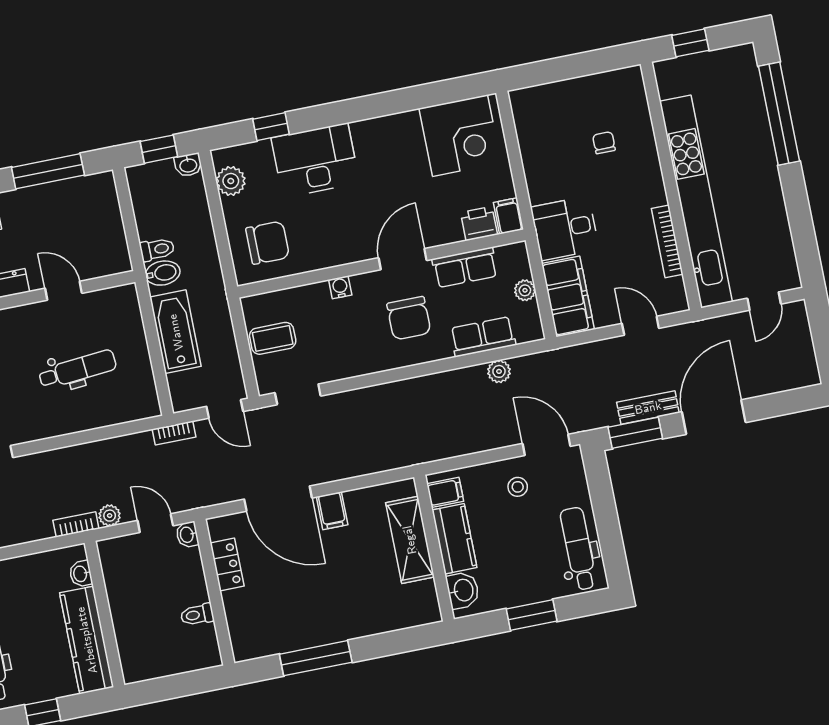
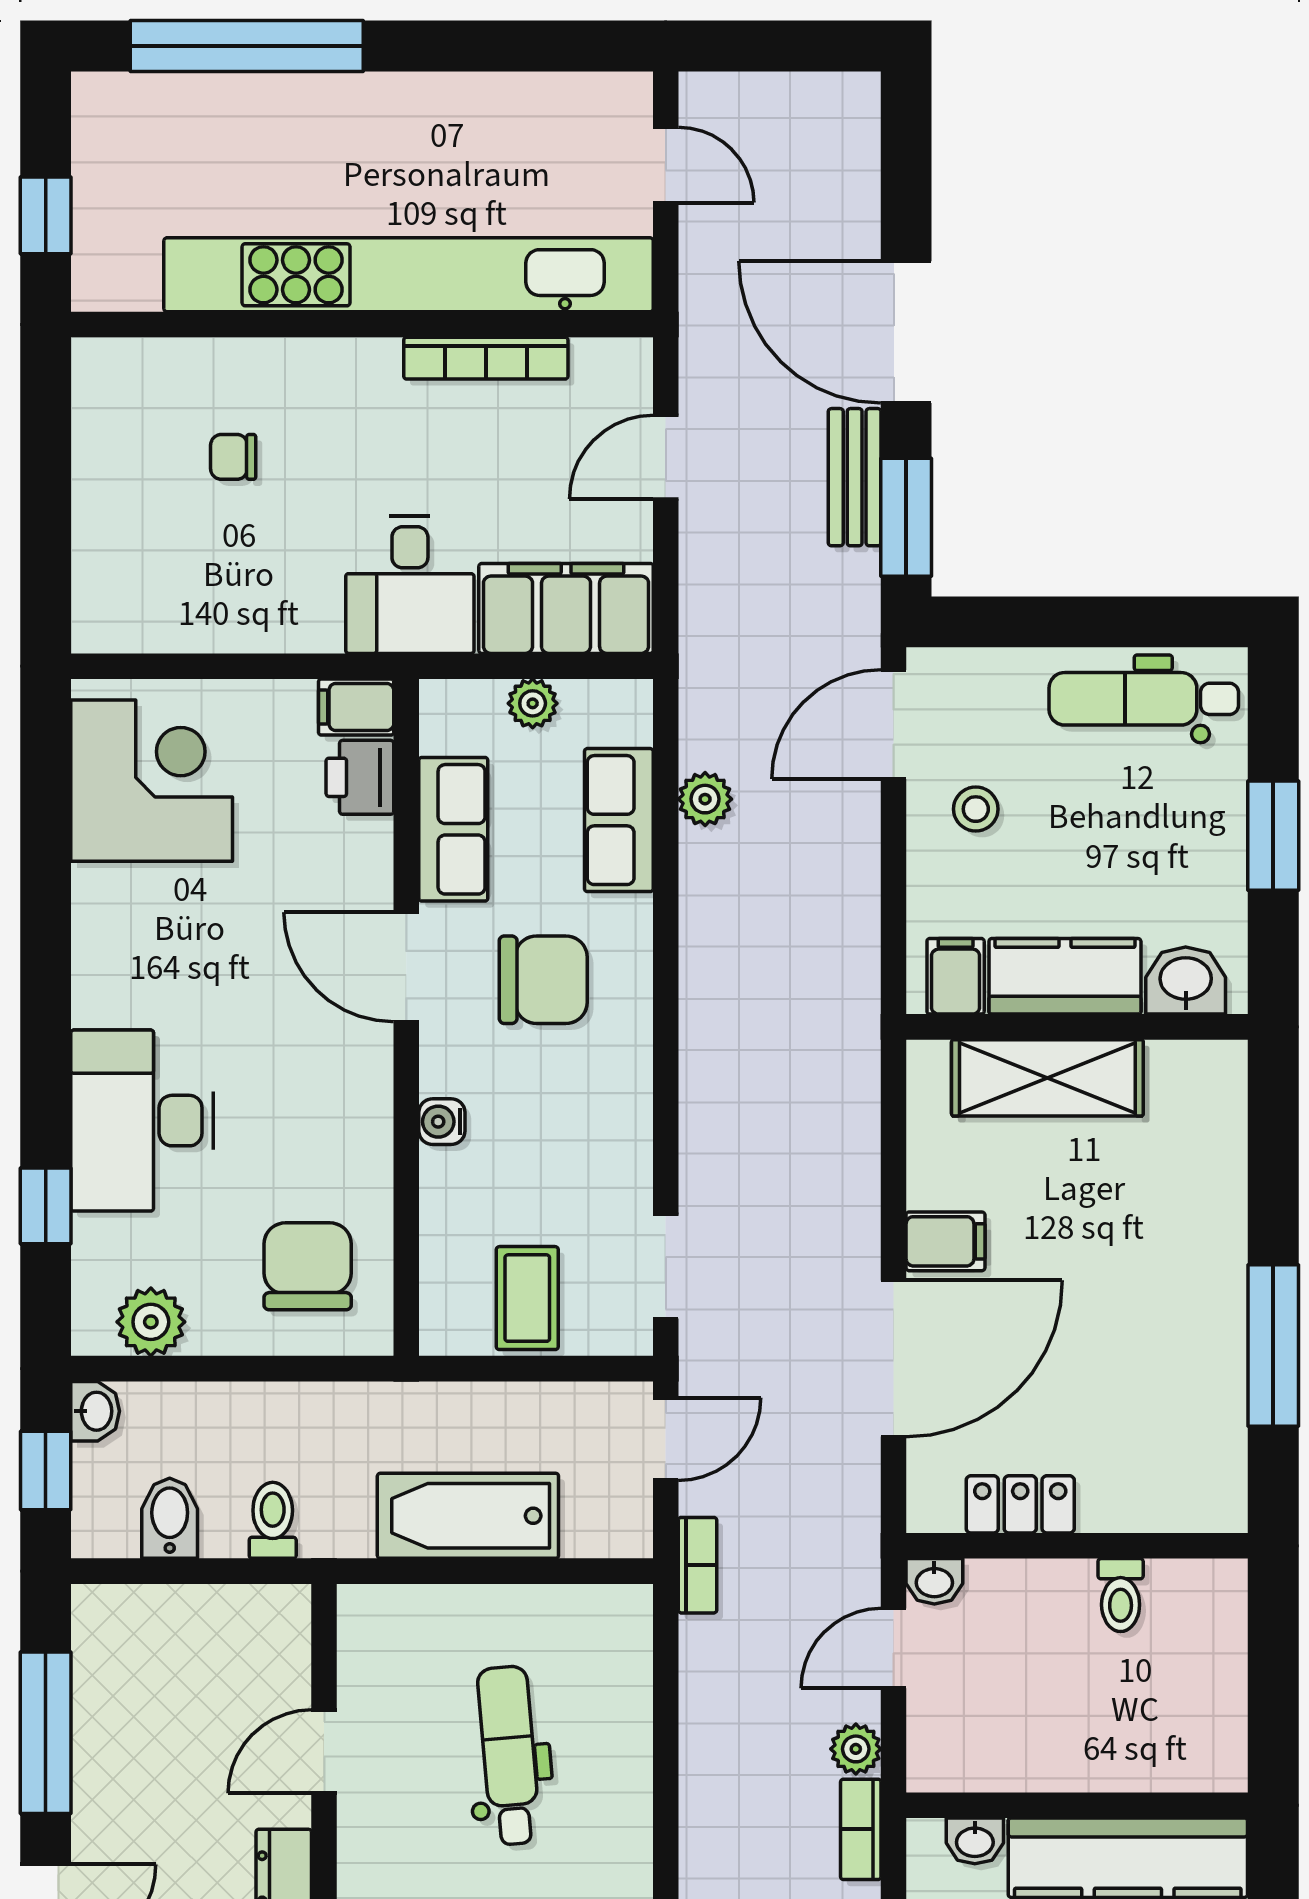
bidet: (163, 273) -> (170, 1518), moved

